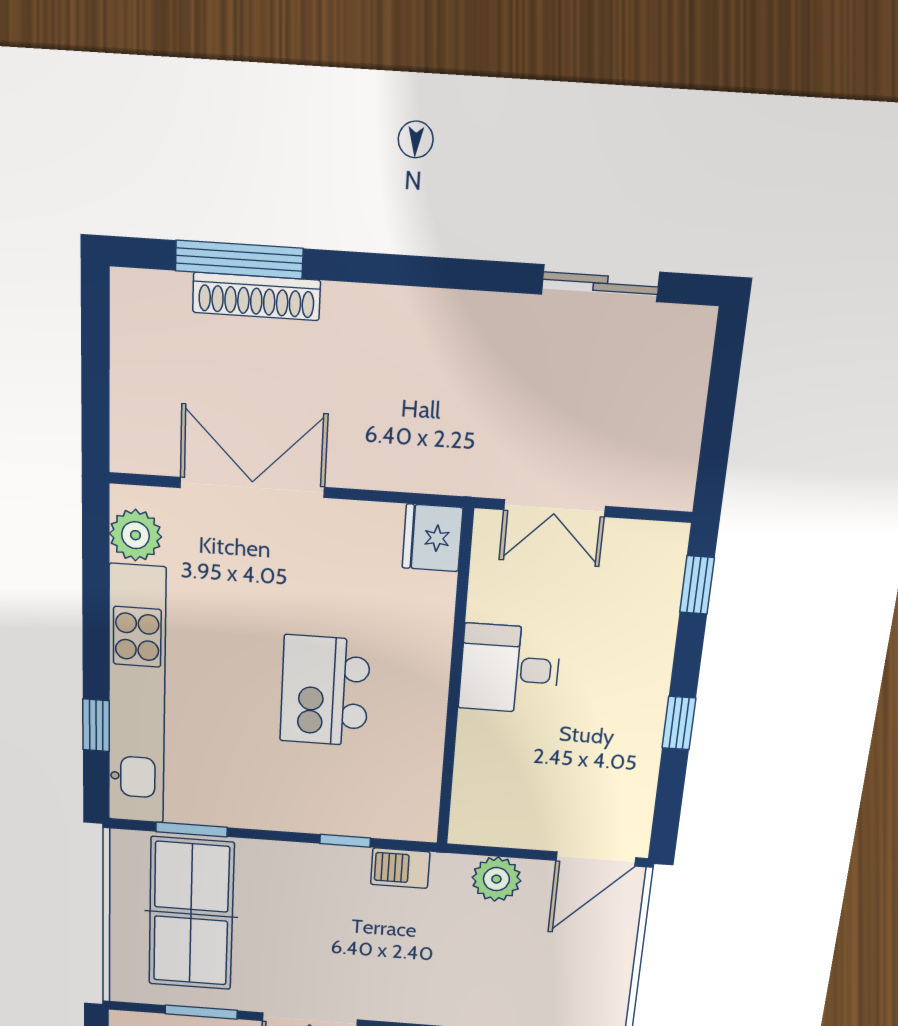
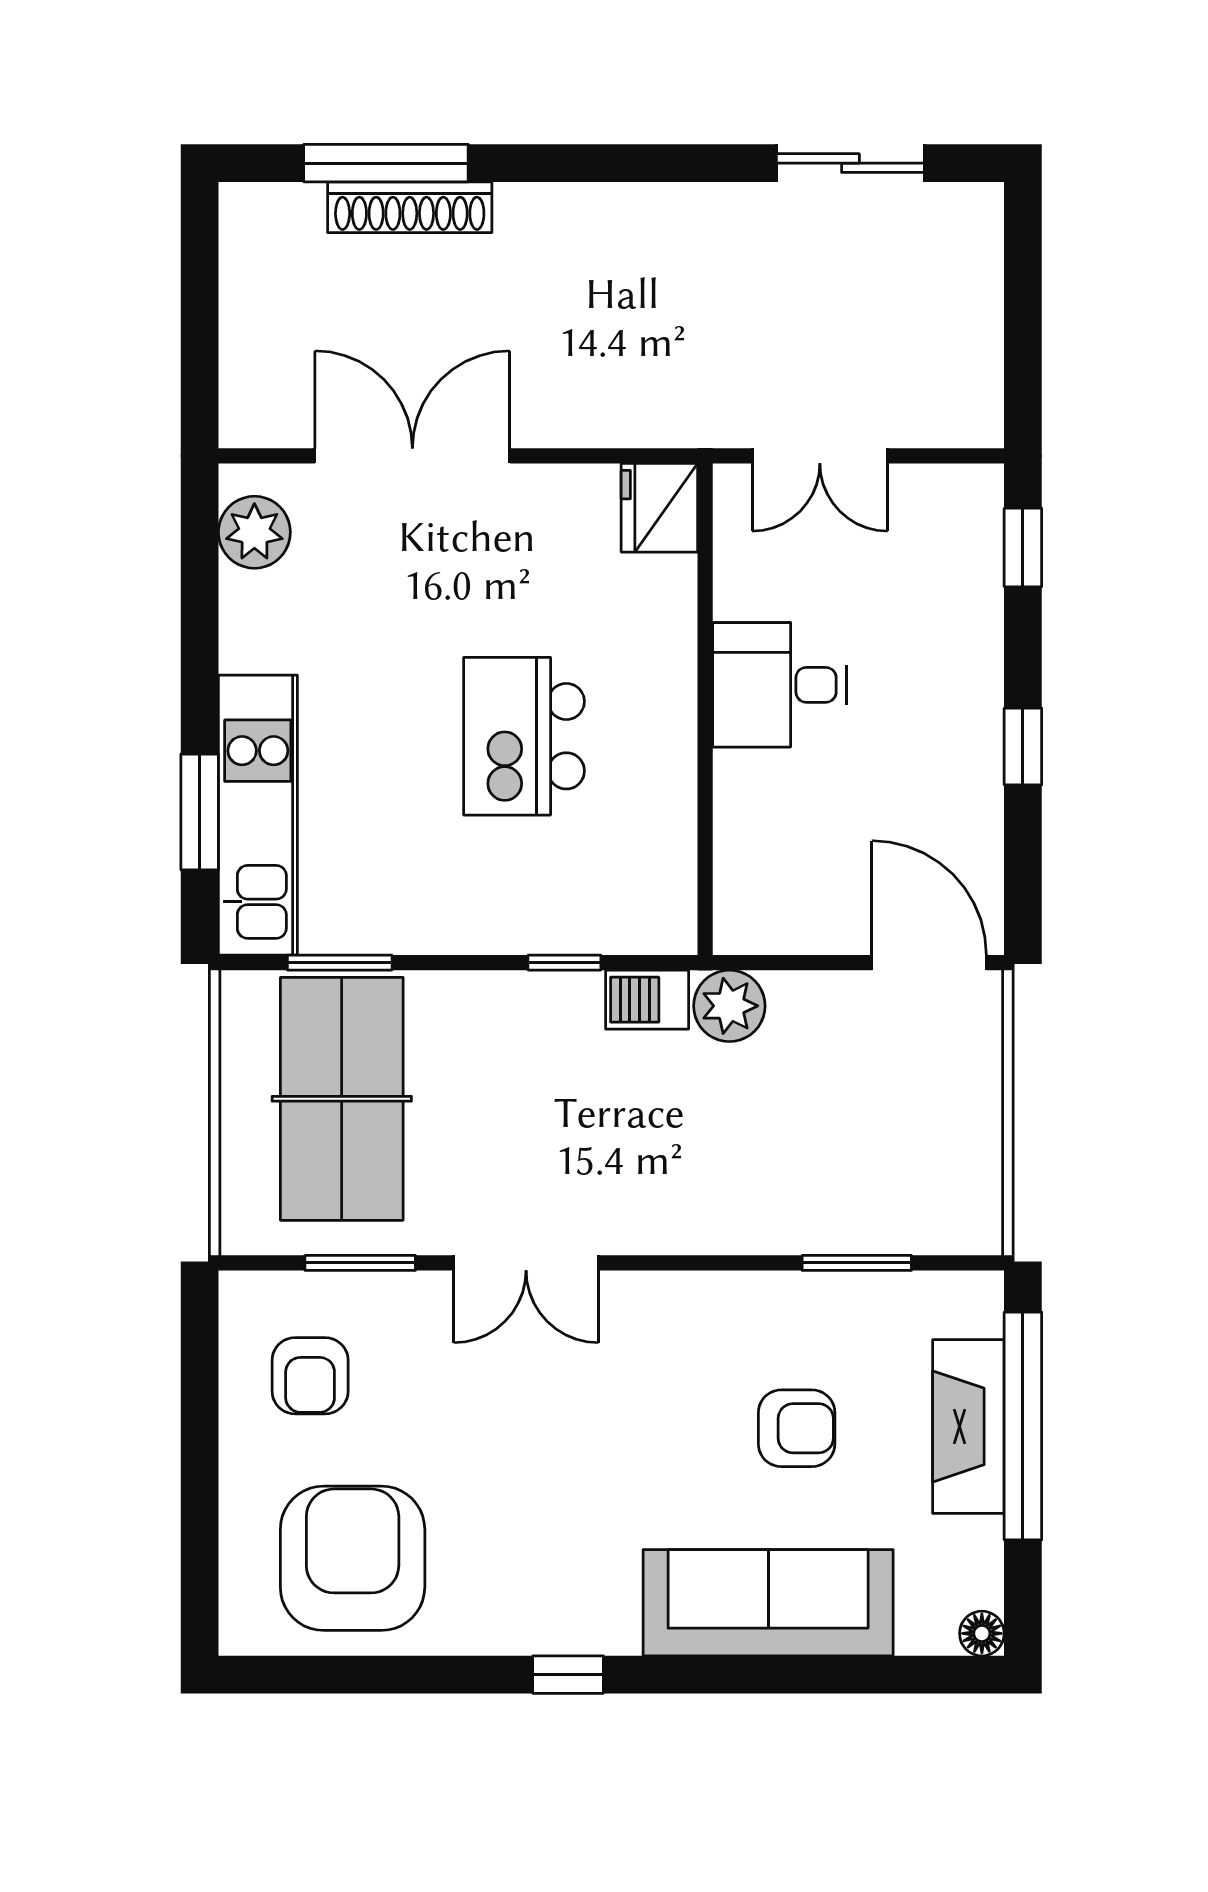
kitchen unit: (137, 696) -> (258, 815), width x0.73
window: (96, 725) -> (200, 812), width x1.50
door: (596, 859) -> (929, 963), swing flipped
plant: (496, 879) -> (729, 1006), moved

